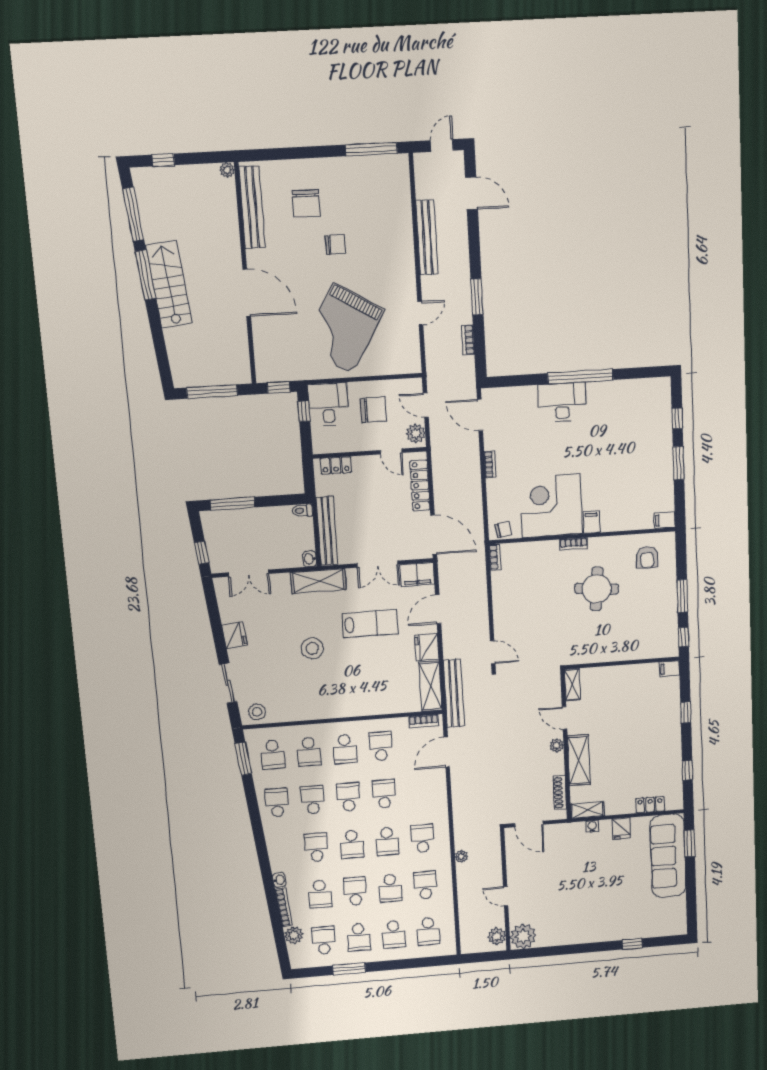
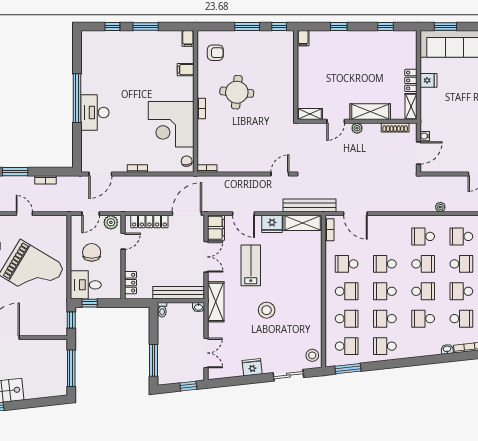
filing cabinet: (591, 522) -> (186, 70), moved
locker: (650, 805) -> (411, 80), moved
water cooler: (592, 826) -> (425, 136), moved

